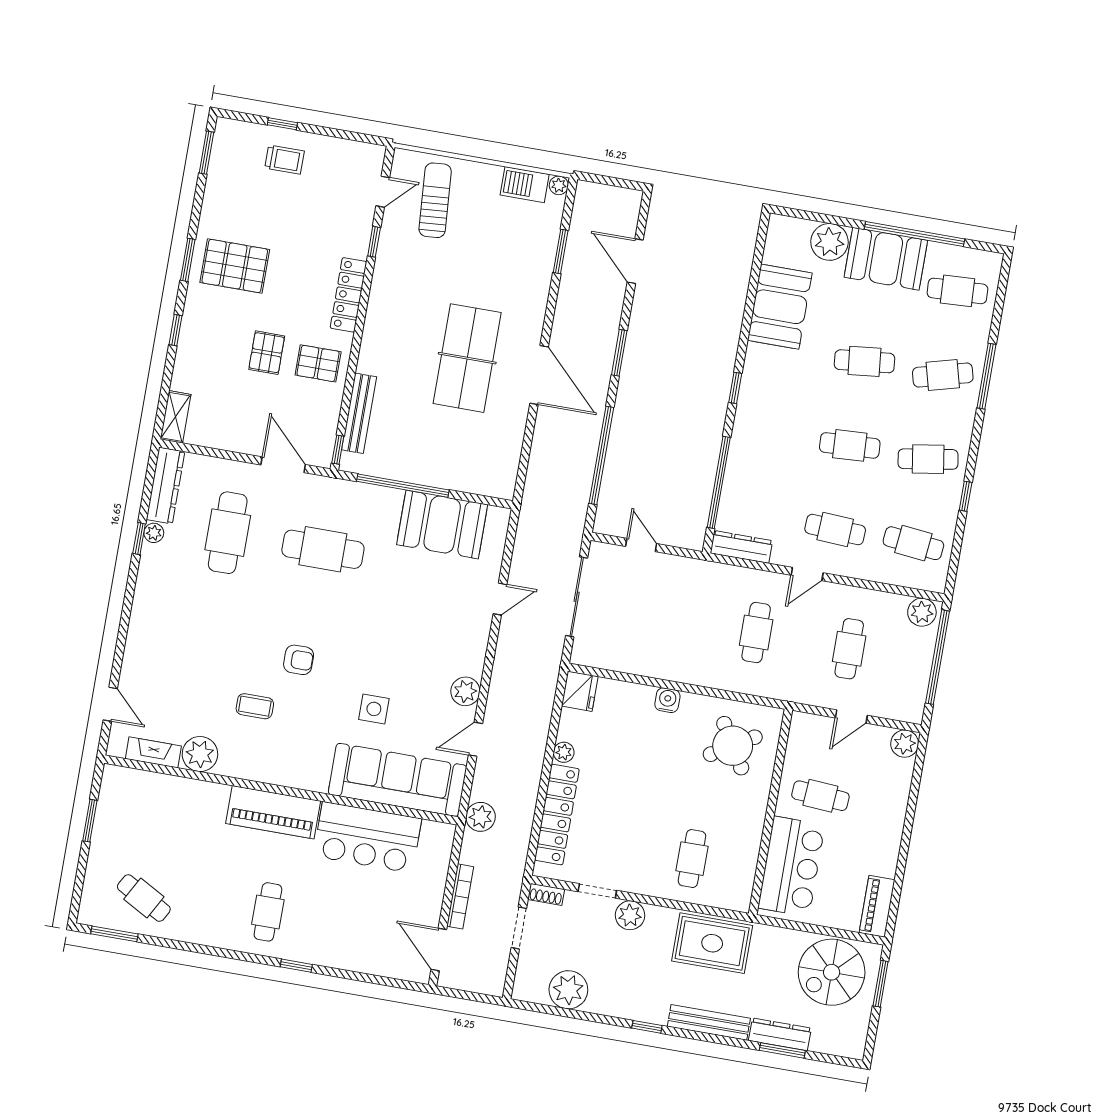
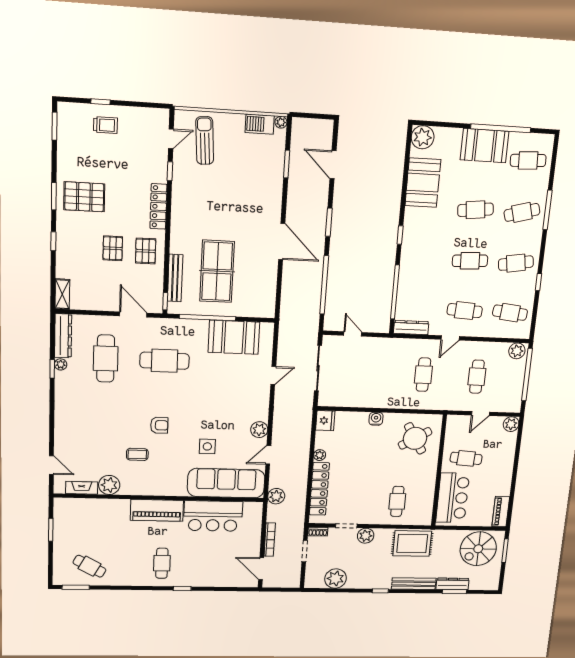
plant: (829, 242) -> (423, 137), moved
table tennis table: (467, 358) -> (217, 271), moved
pallet: (318, 363) -> (146, 251), turned 90

